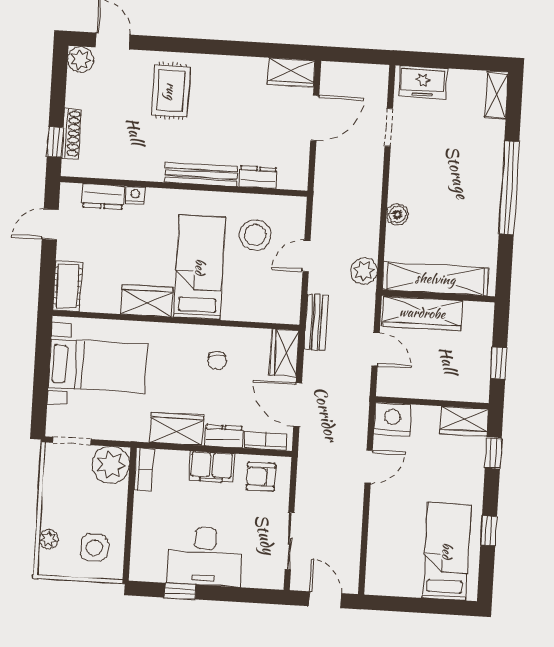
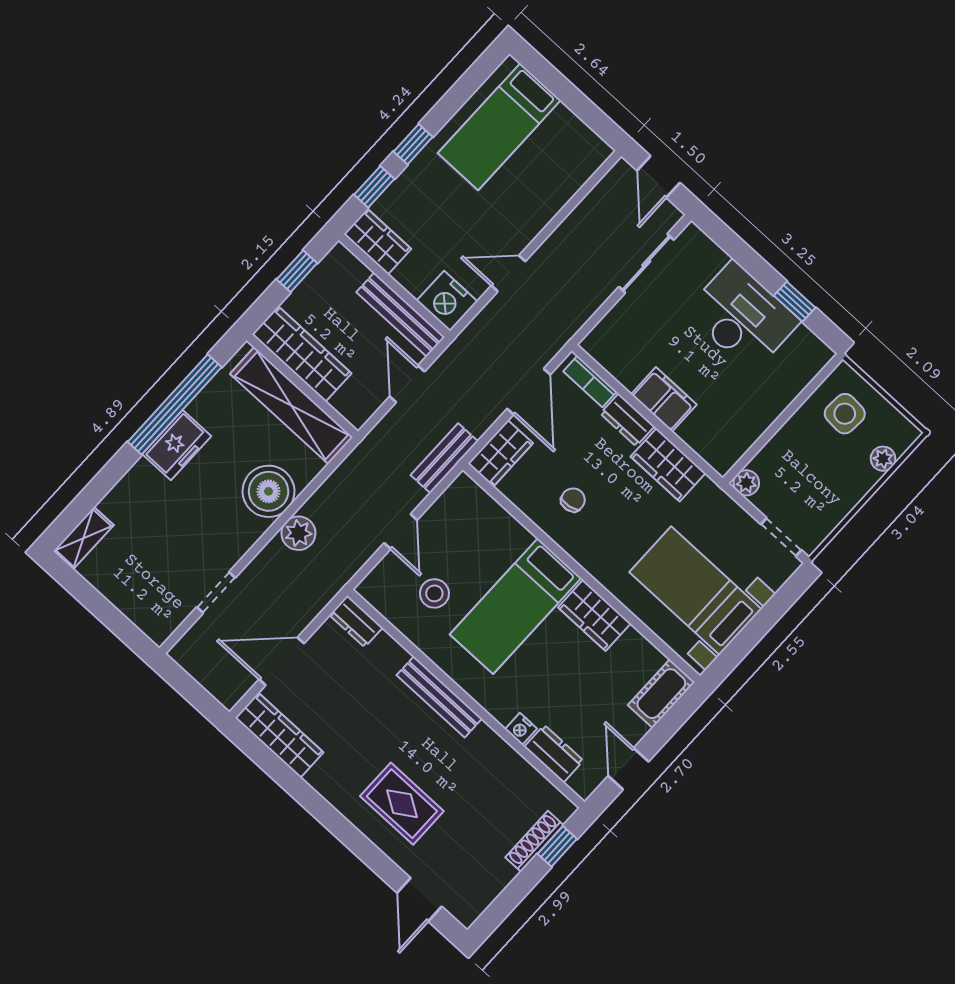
plant: (80, 60) -> (466, 907), removed
wardrobe: (291, 73) -> (279, 735), width x1.50
freezer: (423, 82) -> (177, 445), moved, turned 90
rug: (171, 91) -> (402, 804), turned 90
dresser: (258, 177) -> (356, 621), moved
window: (509, 188) -> (175, 404), moved
boiler: (397, 214) -> (269, 491), width x1.86, depth x1.86
door: (50, 224) -> (628, 769), swing flipped
stool: (255, 235) -> (434, 593), width x0.73, depth x0.73
door: (307, 256) -> (401, 531), hinge flipped
plant: (364, 271) -> (298, 533), moved
wardrobe: (422, 313) -> (302, 354), moved
bench: (414, 388) -> (401, 315), added
plant: (111, 465) -> (746, 483), width x0.53, depth x0.53
bookcase: (144, 469) -> (733, 451), removed
armchair: (261, 477) -> (623, 350), removed
window: (489, 531) -> (413, 144), moved

